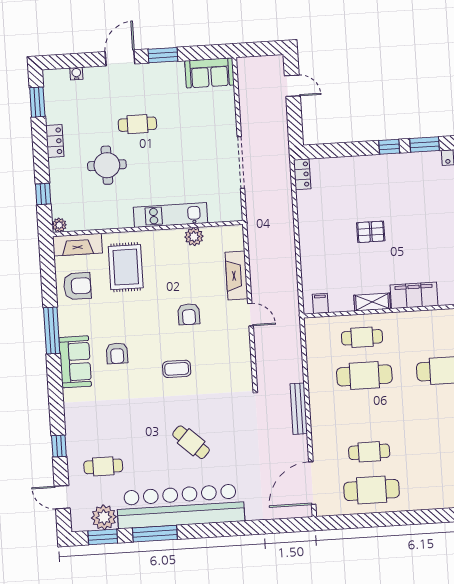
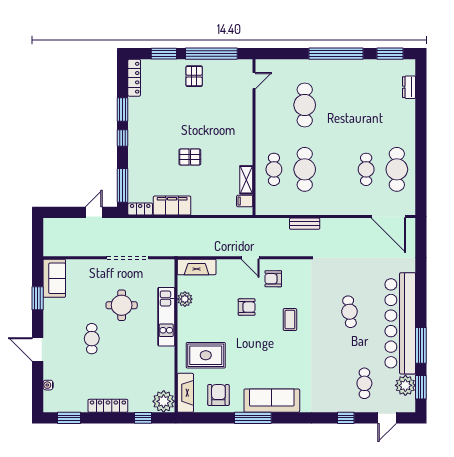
window: (163, 55) -> (38, 298), moved
door: (292, 86) -> (94, 212), moved
locker: (55, 141) -> (108, 406), width x1.53
window: (330, 150) -> (123, 185), added
round table: (107, 165) -> (122, 305), moved
plant: (59, 225) -> (164, 401), width x1.87, depth x1.87
pallet: (371, 232) -> (190, 157), turned 90
fireplace: (236, 276) -> (197, 267), moved
filing cabinet: (414, 295) -> (172, 206), moved, turned 90
shelving: (372, 302) -> (246, 180), moved
door: (250, 315) -> (250, 258), swing flipped
armchair: (117, 353) -> (273, 279), moved, turned 180
sofa: (75, 362) -> (272, 401), width x1.36
bench: (299, 409) -> (305, 224), moved, width x0.73
cafe table: (191, 442) -> (349, 312), turned -50

